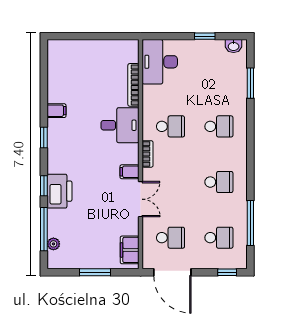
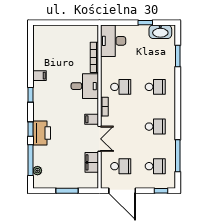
washbasin: (234, 46) -> (160, 32), width x1.91, depth x1.45
filing cabinet: (130, 250) -> (92, 162), moved

